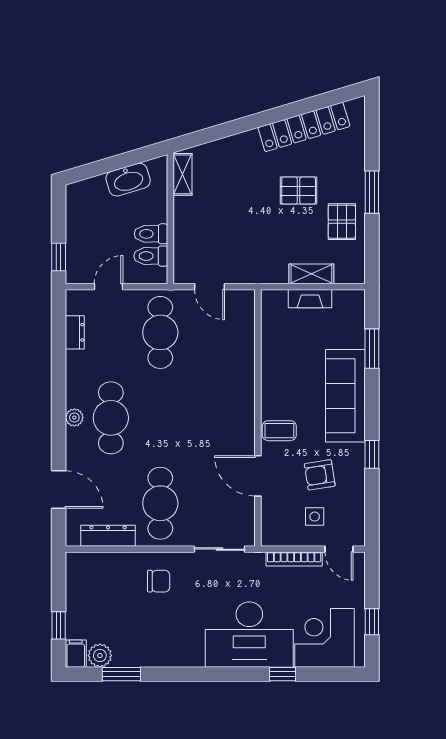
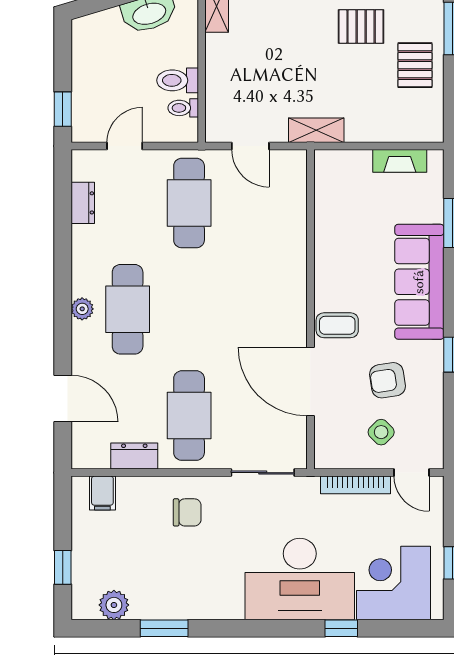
toilet: (151, 256) -> (183, 108), width x0.73, depth x0.72
shelving: (311, 274) -> (316, 130), moved
fireplace: (310, 299) -> (400, 161), moved
door: (258, 476) -> (310, 382), width x1.36
side table: (315, 517) -> (381, 432), turned 45
dresser: (108, 536) -> (134, 456), width x0.70
filing cabinet: (76, 654) -> (102, 493), moved, turned 180
window: (121, 674) -> (164, 628), moved

